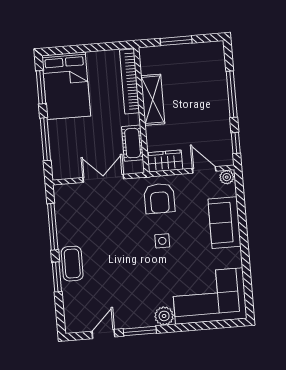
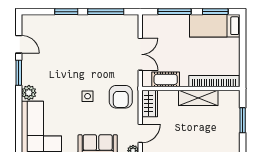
bed: (66, 86) -> (215, 26), width x0.67
armchair: (159, 198) -> (121, 97), turned -90
coffee table: (72, 264) -> (76, 24), removed

